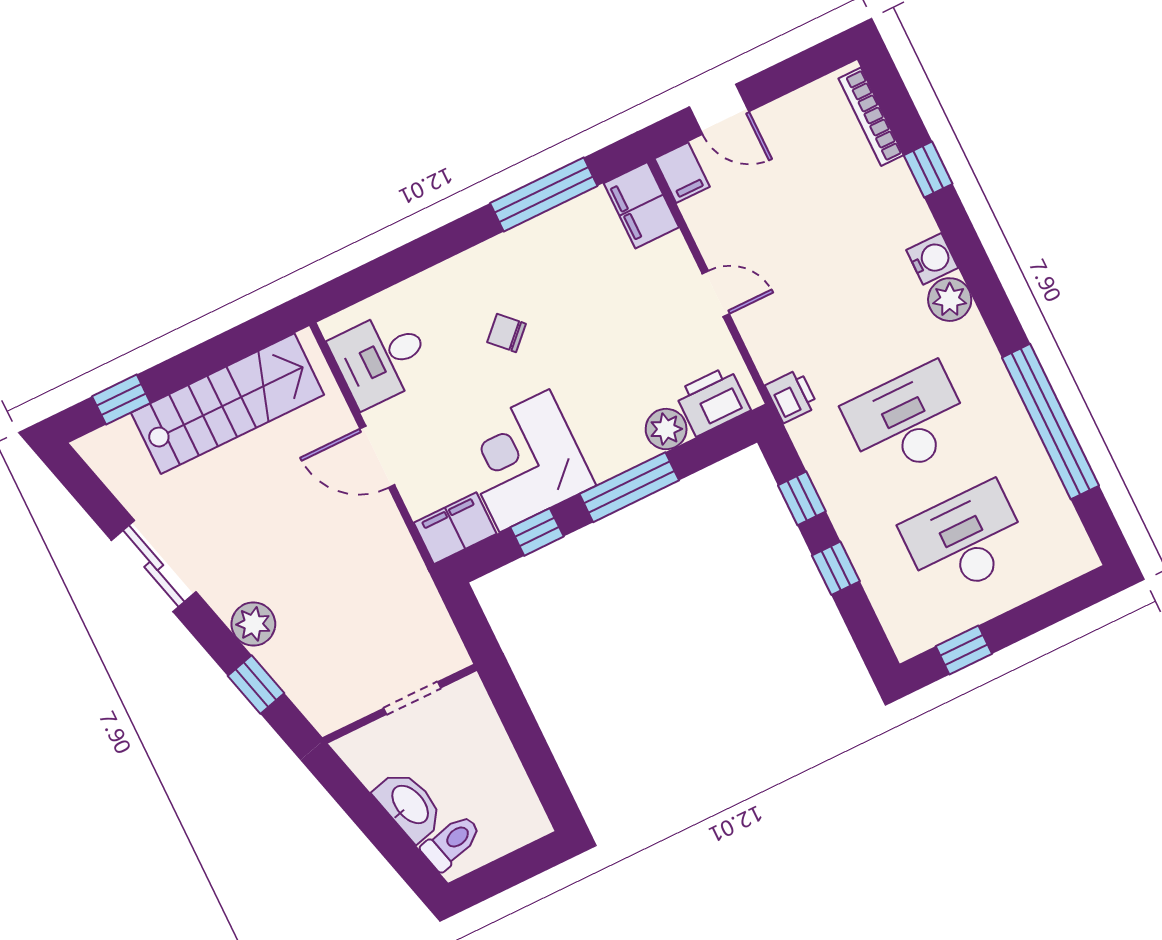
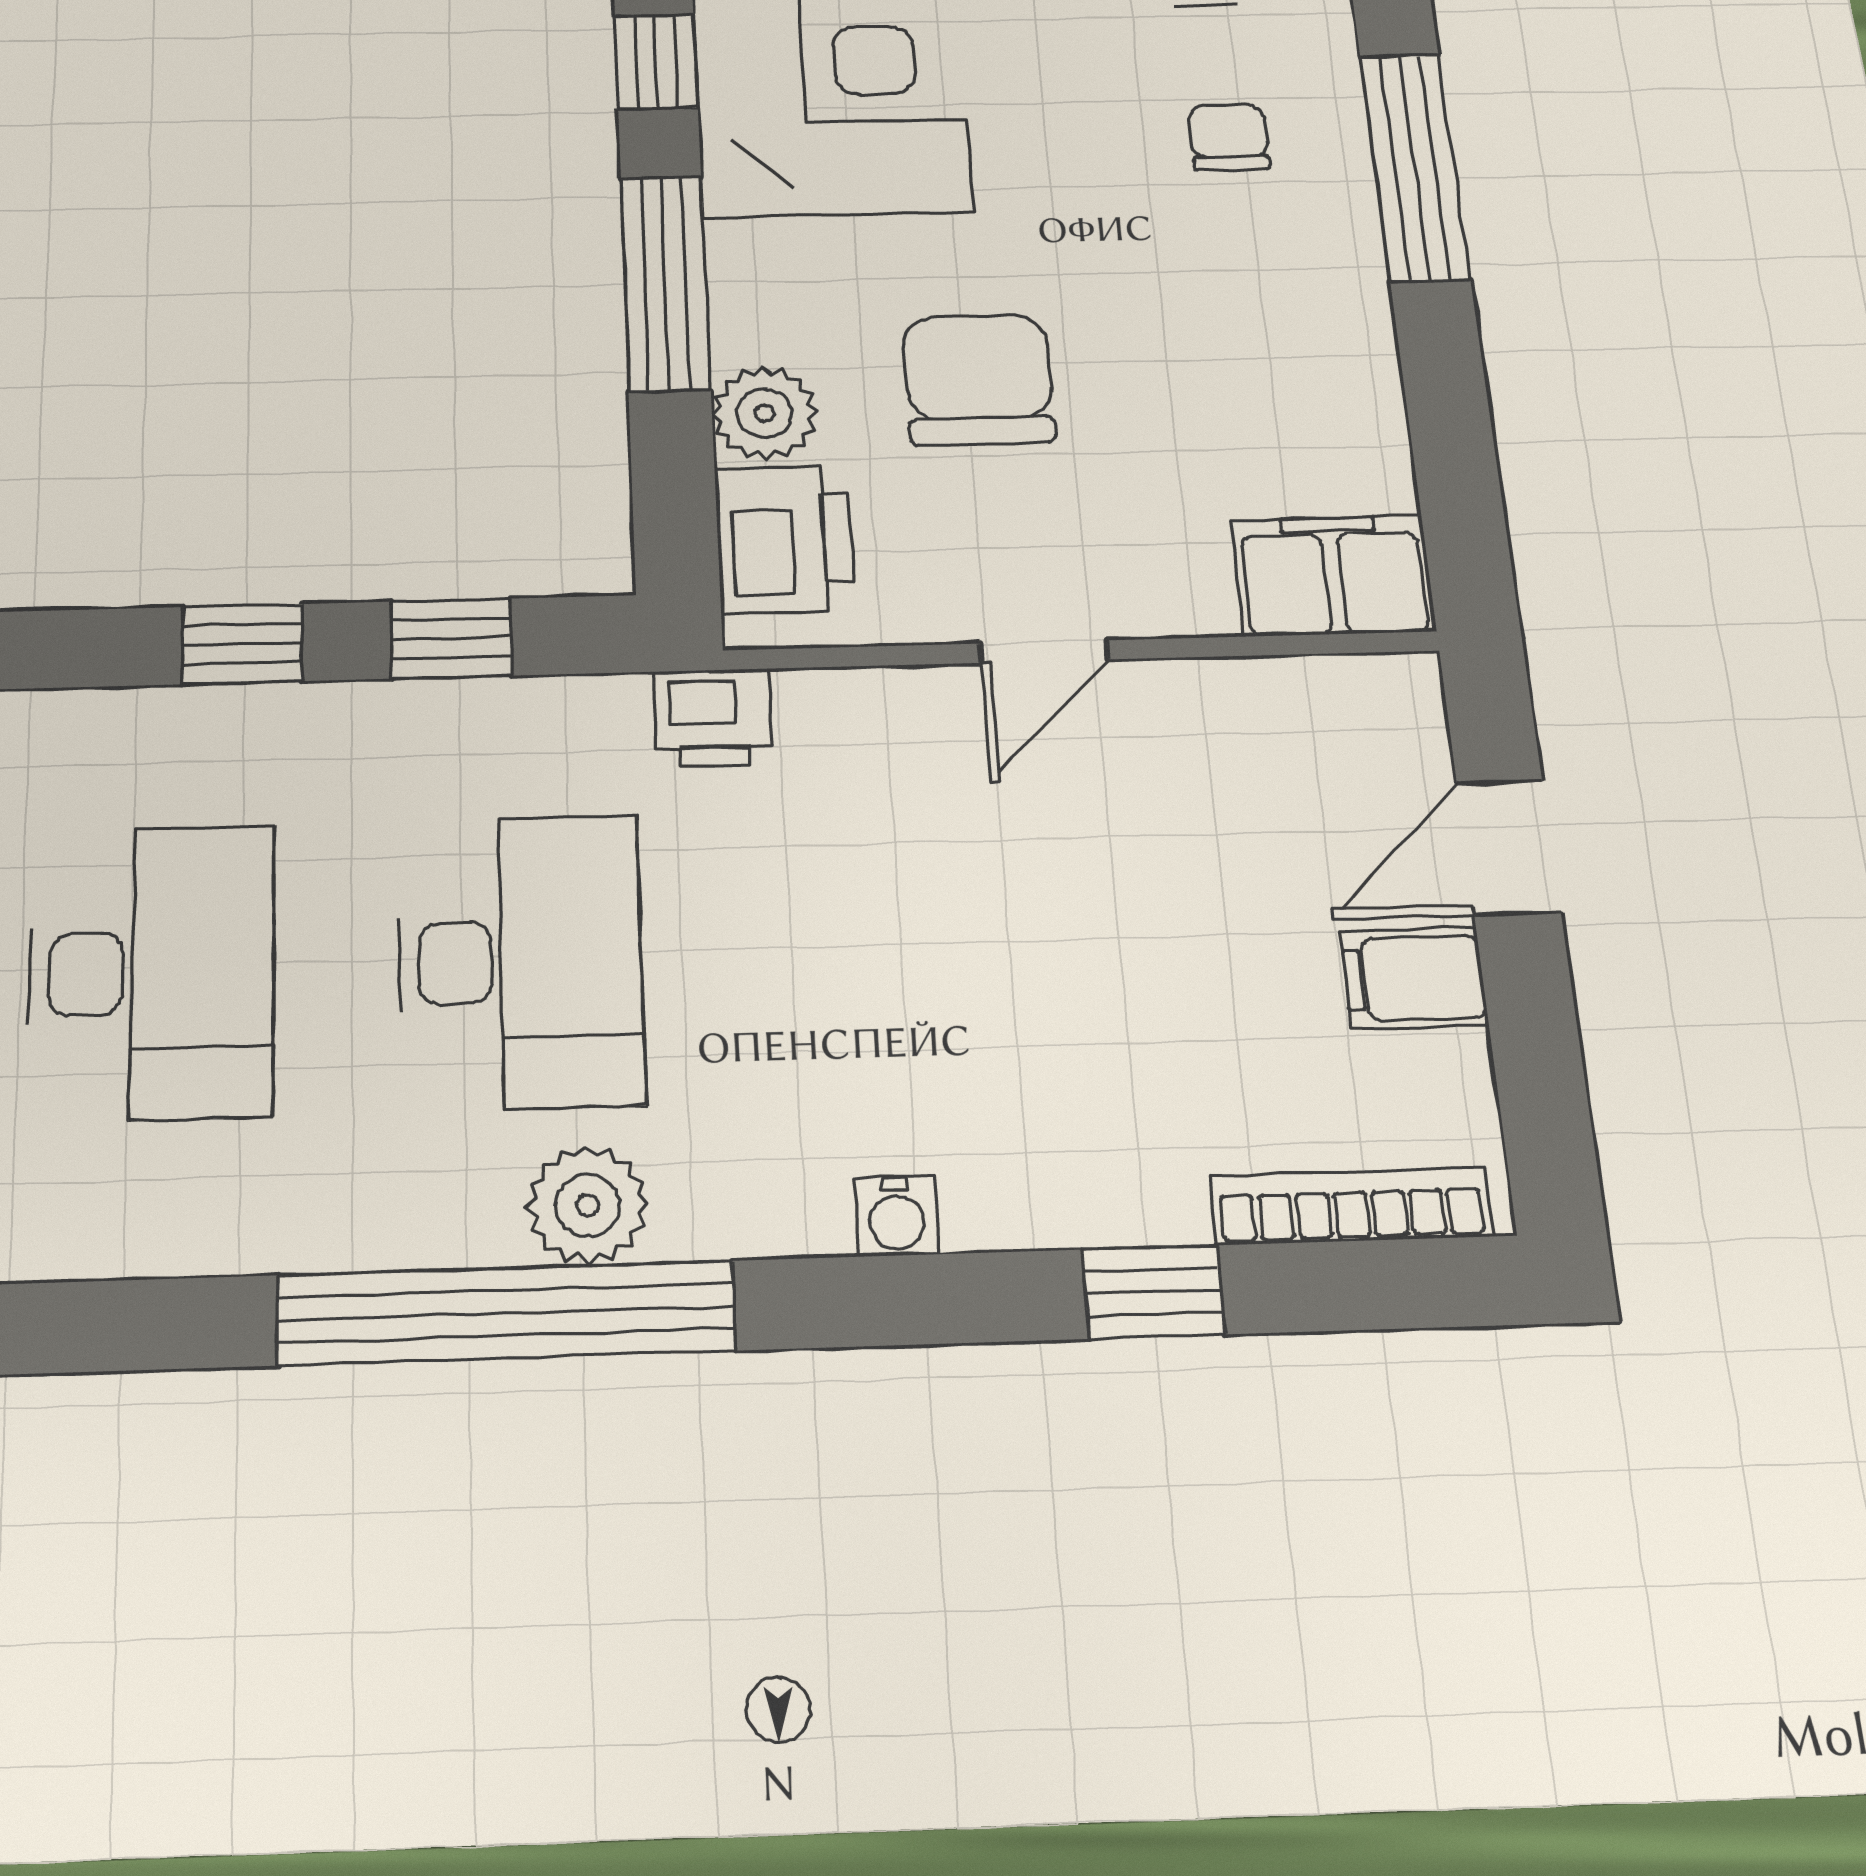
filing cabinet: (682, 173) -> (1414, 978), moved
window: (544, 194) -> (1415, 167), moved
water cooler: (932, 259) -> (897, 1216), width x0.72, depth x0.72
plant: (950, 300) -> (588, 1205), moved
chair: (507, 333) -> (1229, 137), moved, turned -45
chair: (618, 359) -> (978, 379), added
window: (1050, 422) -> (506, 1313), moved

